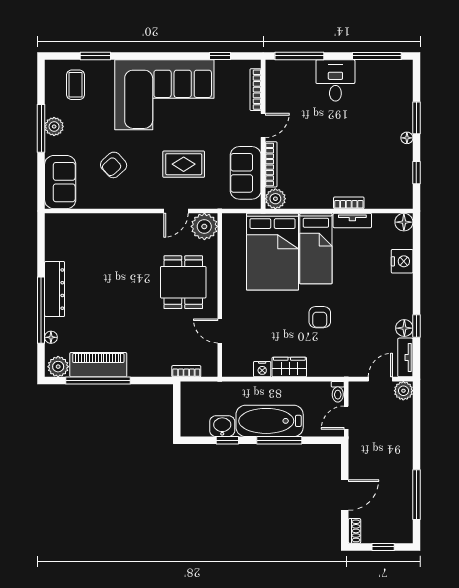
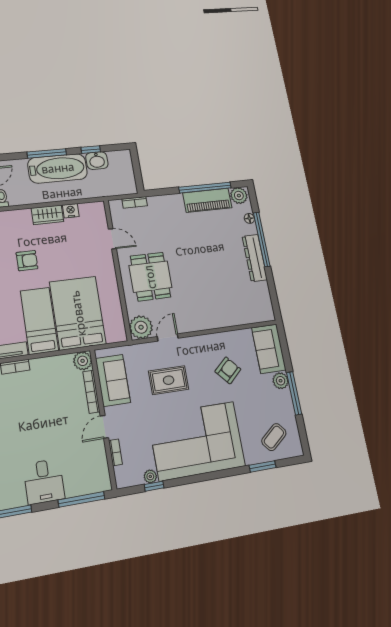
plant: (222, 67) -> (150, 476), added
coffee table: (76, 85) -> (274, 437), turned 51
bookcase: (256, 90) -> (115, 452), width x0.64
plant: (54, 127) -> (281, 381), moved
armchair: (320, 317) -> (27, 261), turned 90

